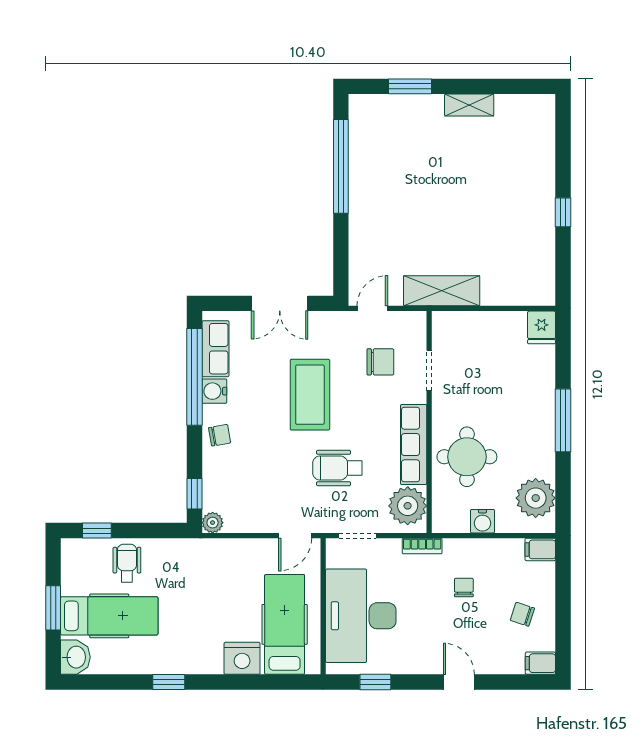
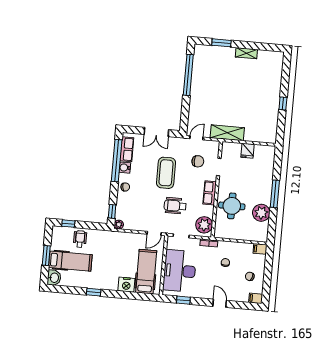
fridge: (542, 327) -> (248, 151), moved
row of seats: (414, 445) -> (210, 193), width x0.68
plant: (536, 498) -> (261, 213), moved
water cooler: (482, 521) -> (236, 234), removed

